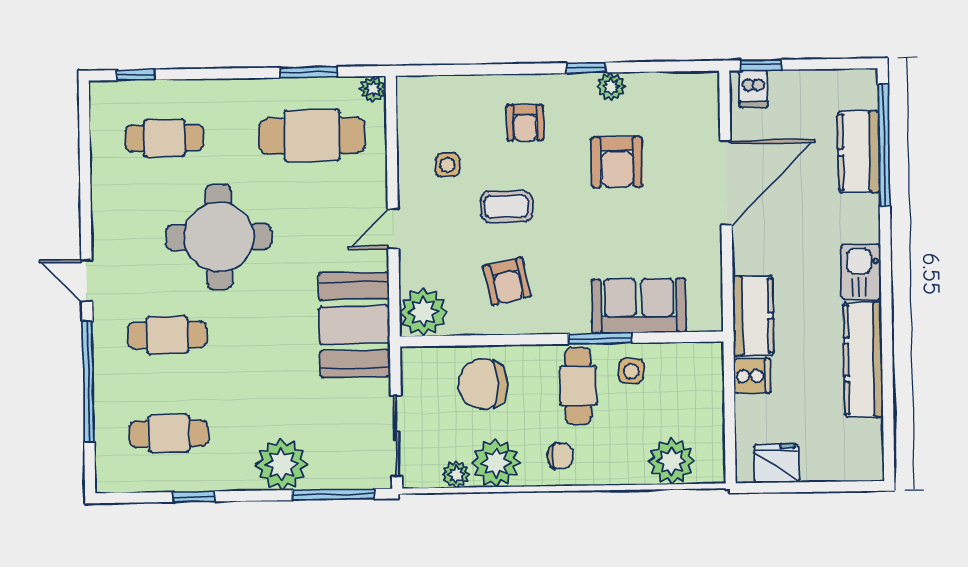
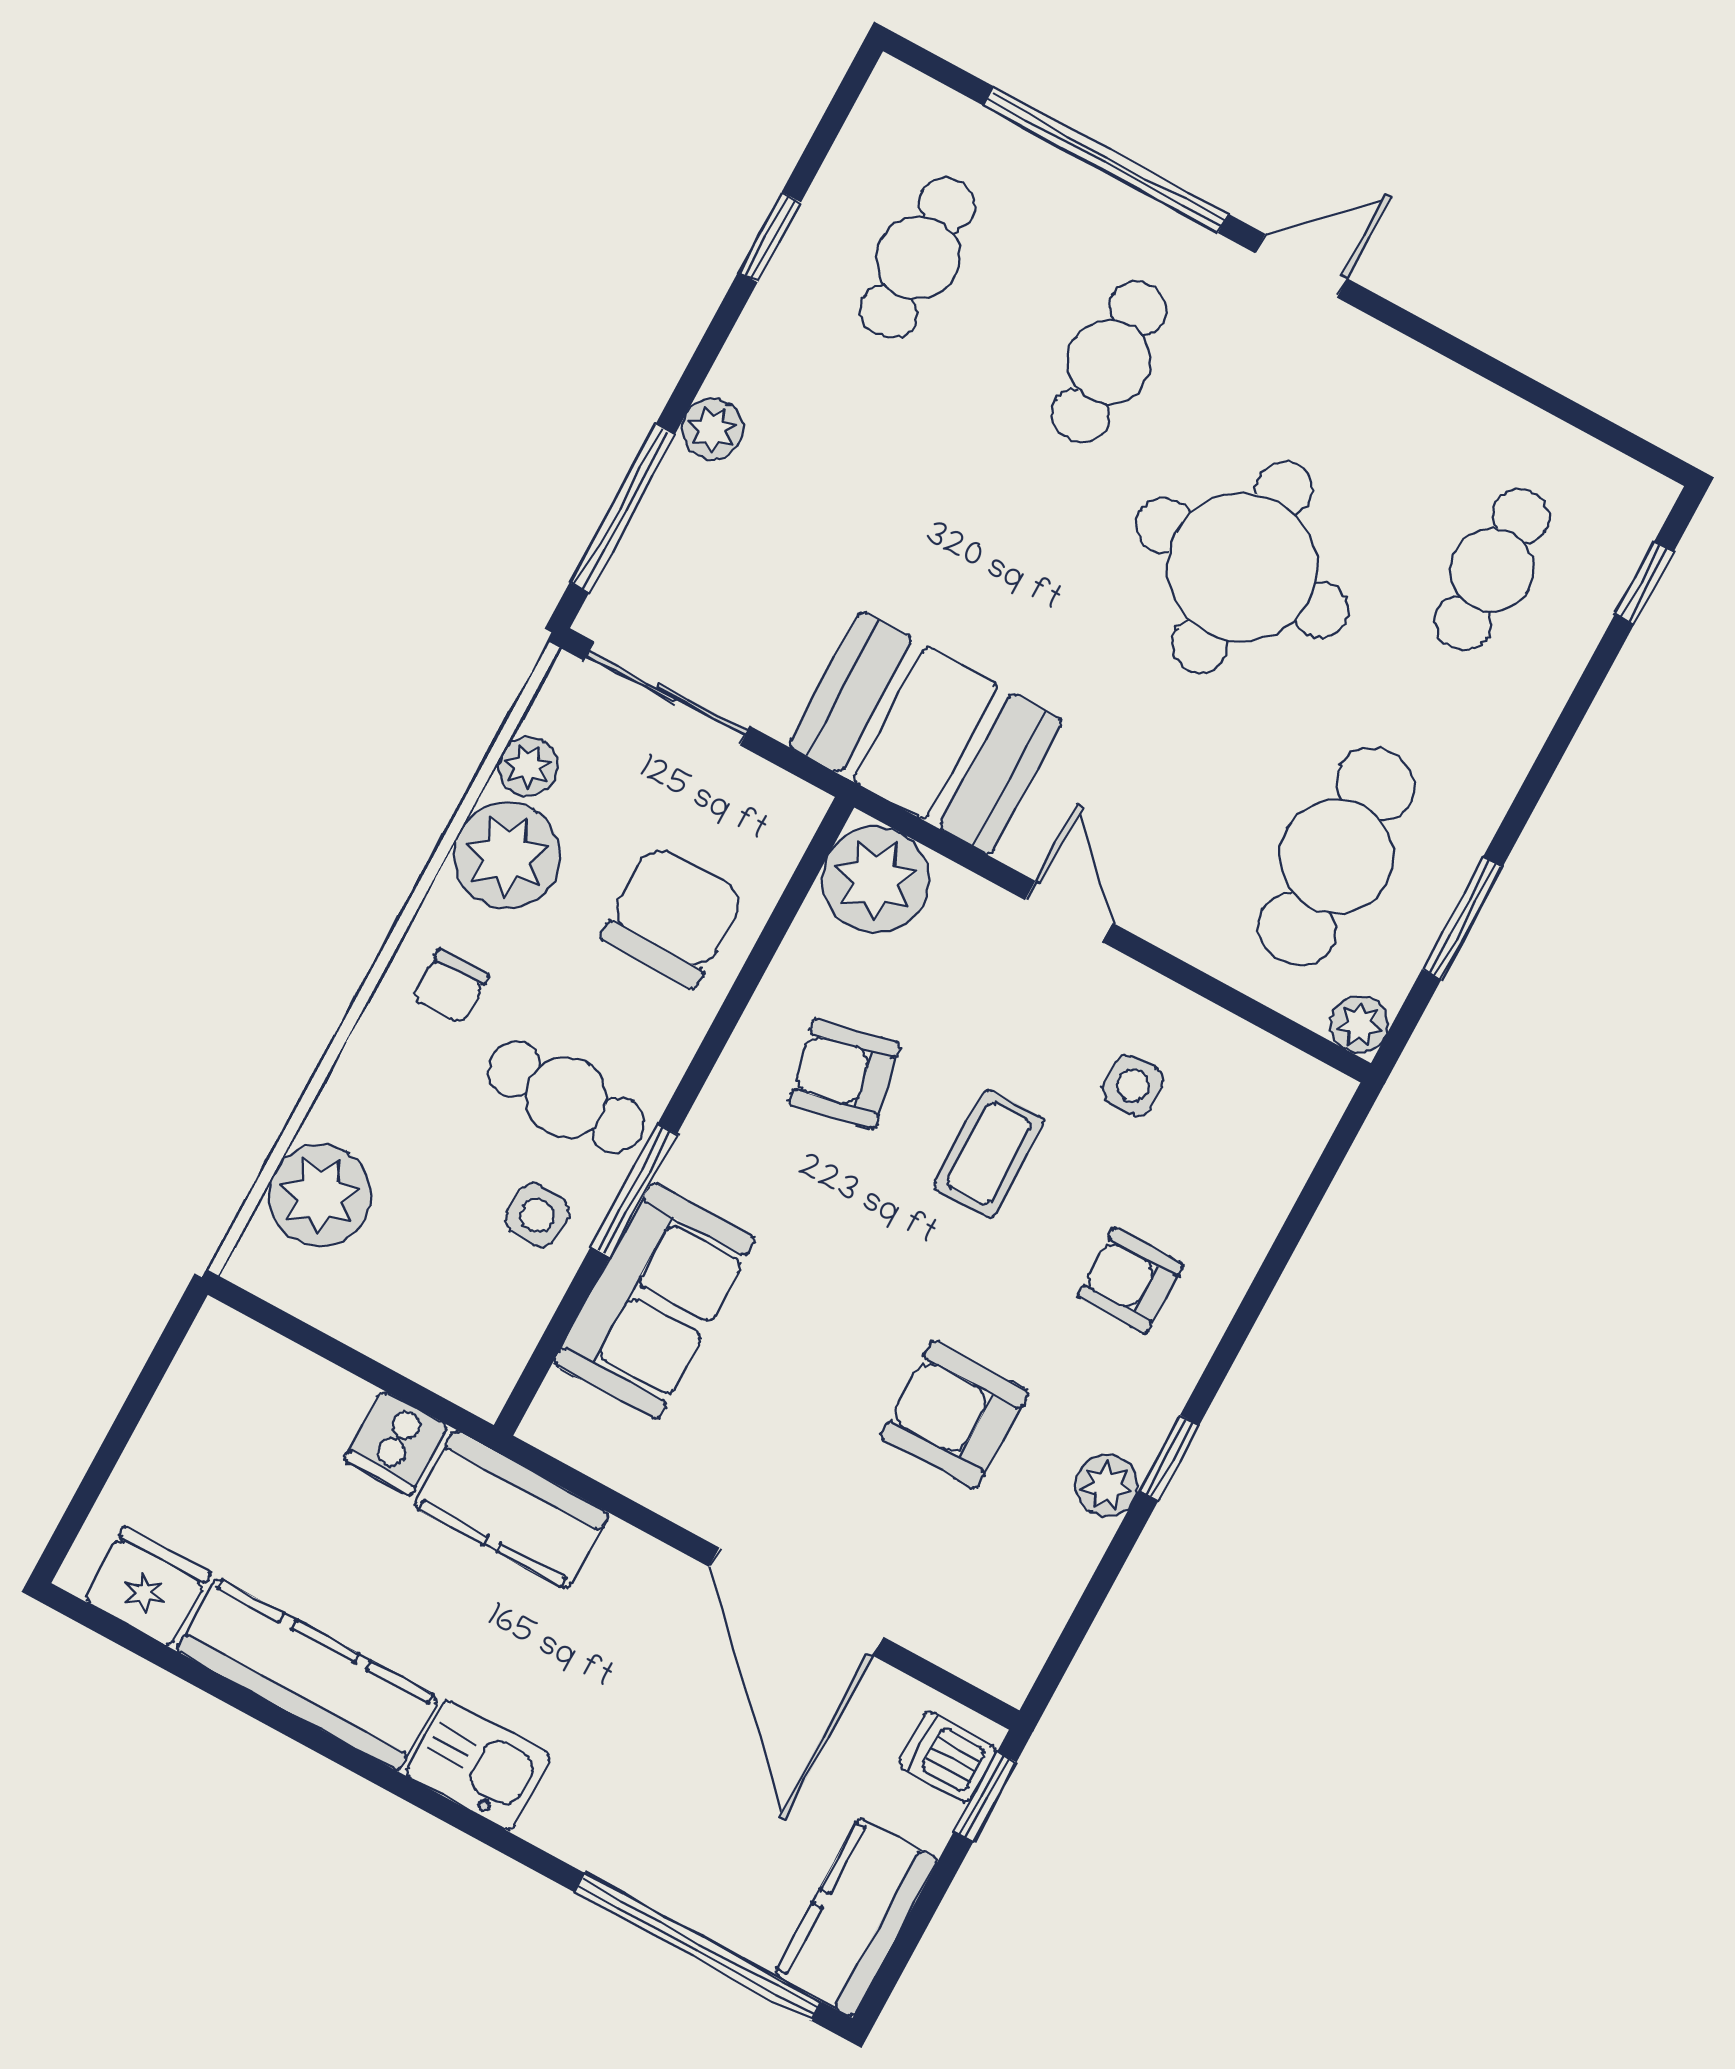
kitchen counter: (859, 152) -> (856, 1917), moved, turned -90
fridge: (776, 463) -> (147, 1587), moved, turned -90
plant: (282, 464) -> (713, 429), width x0.53, depth x0.53

